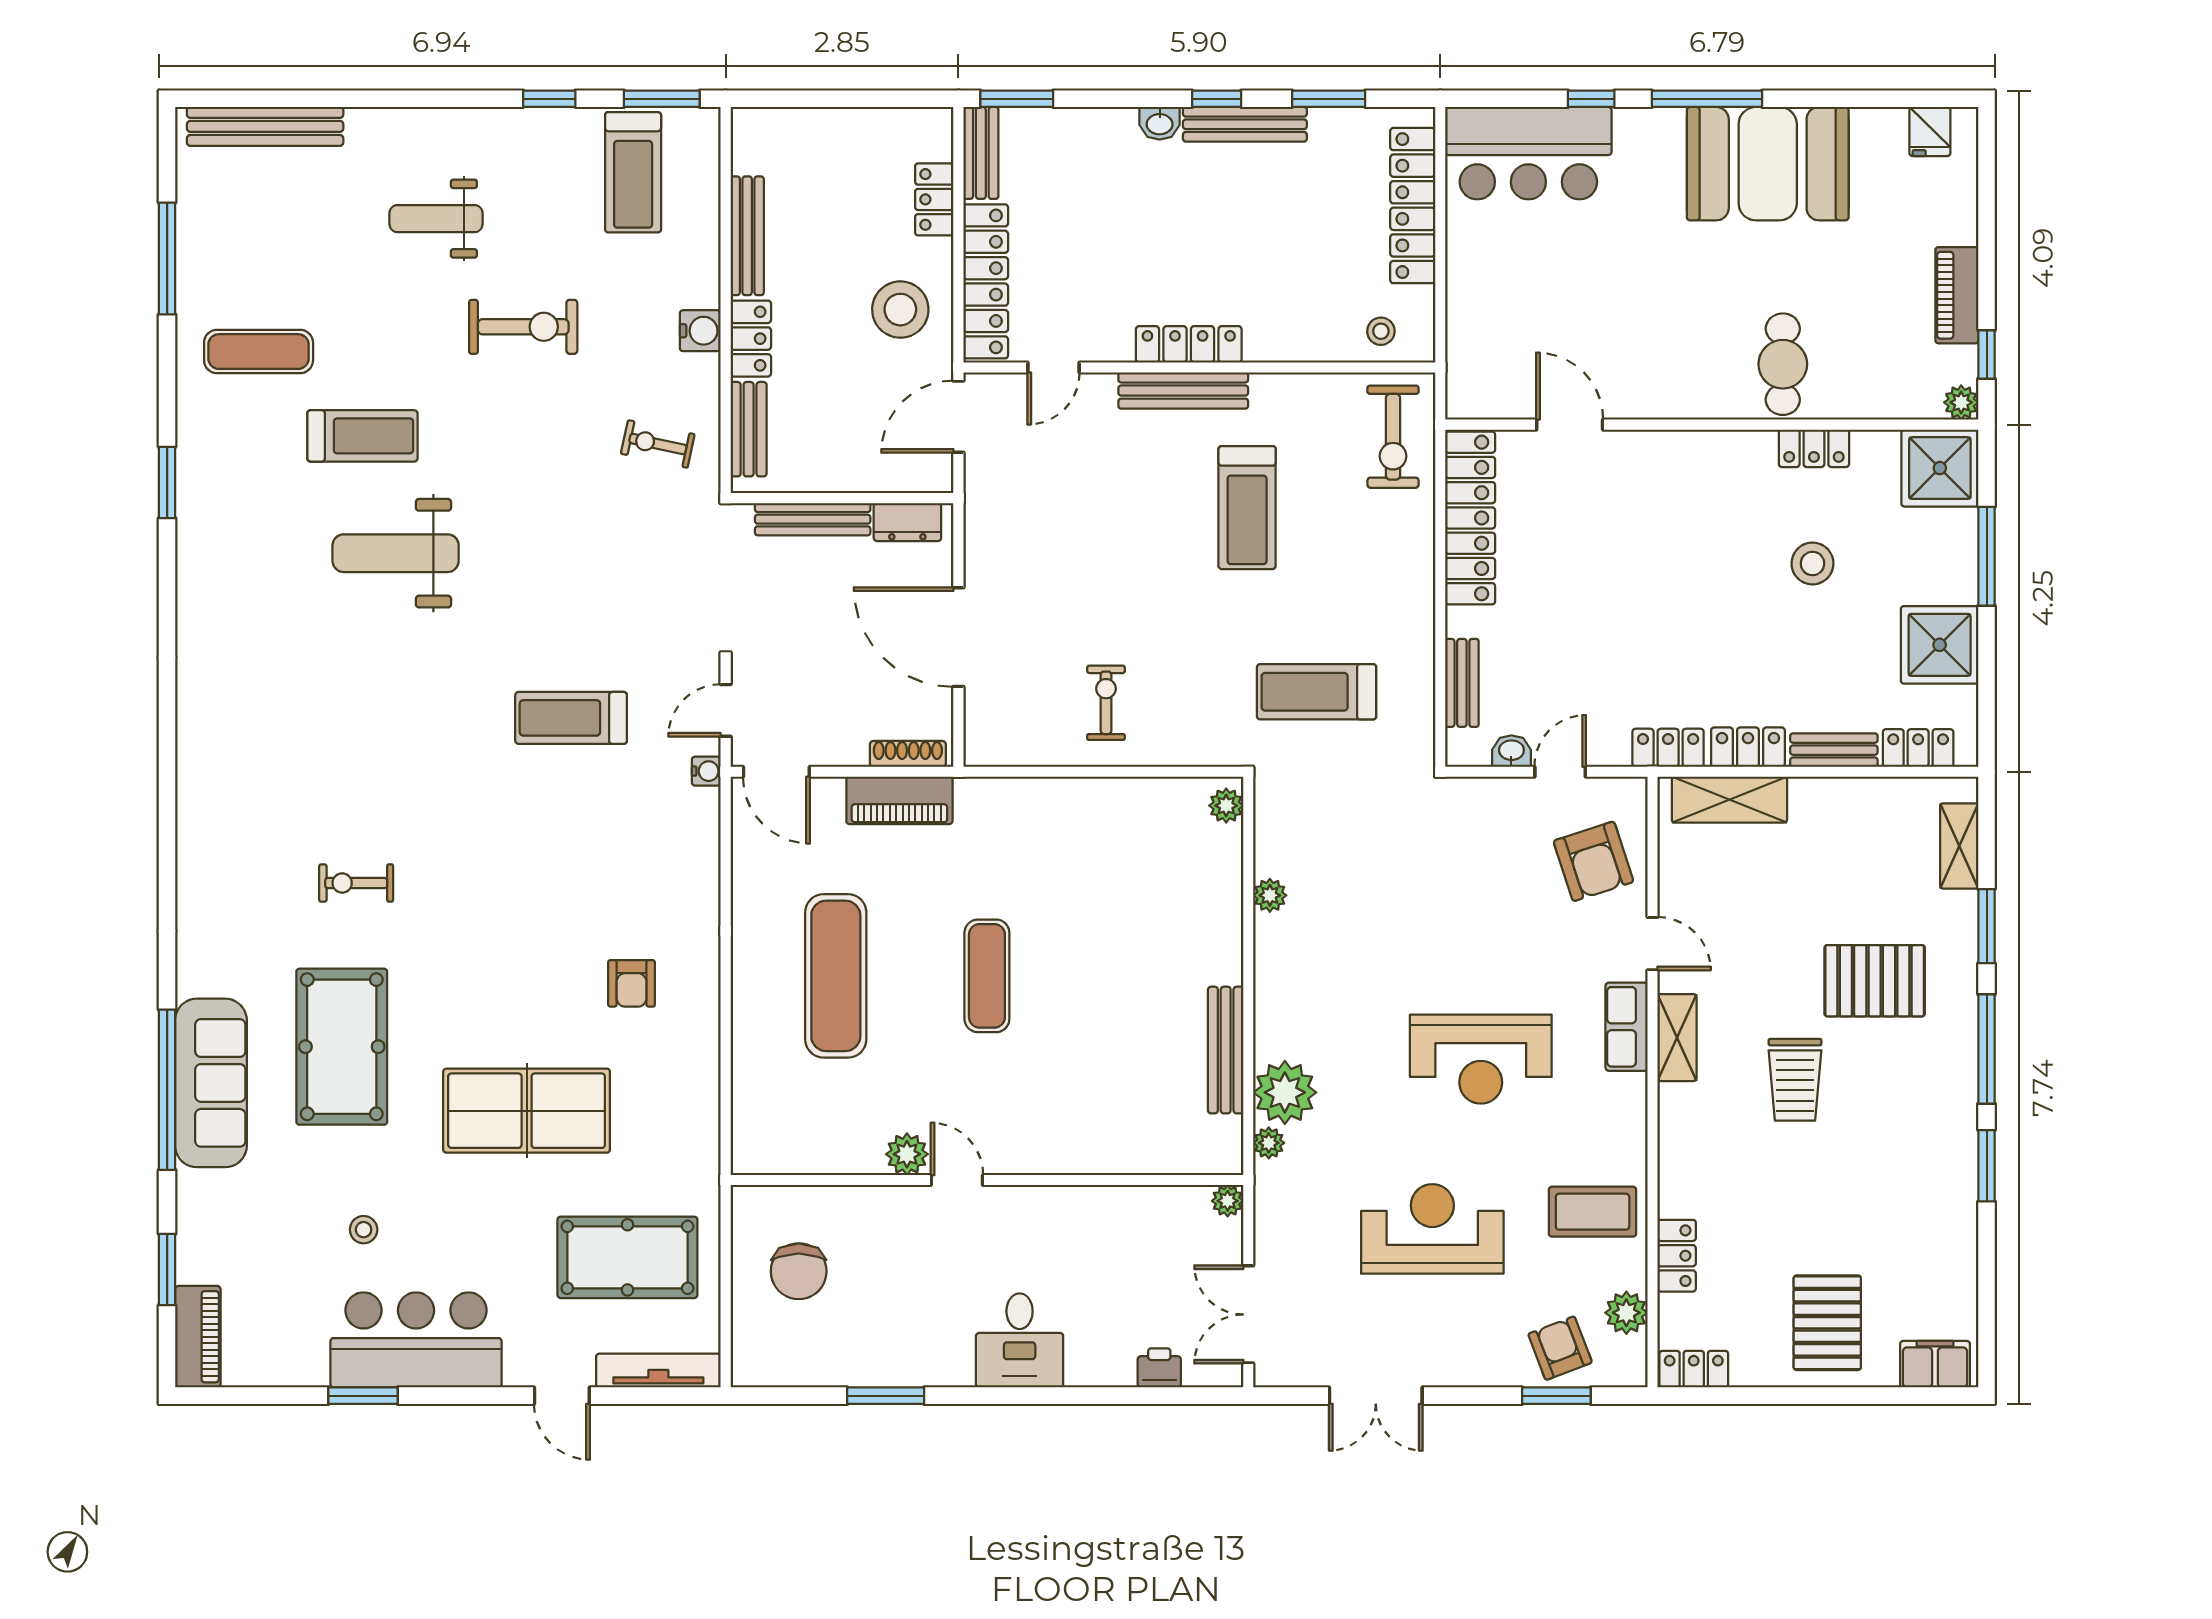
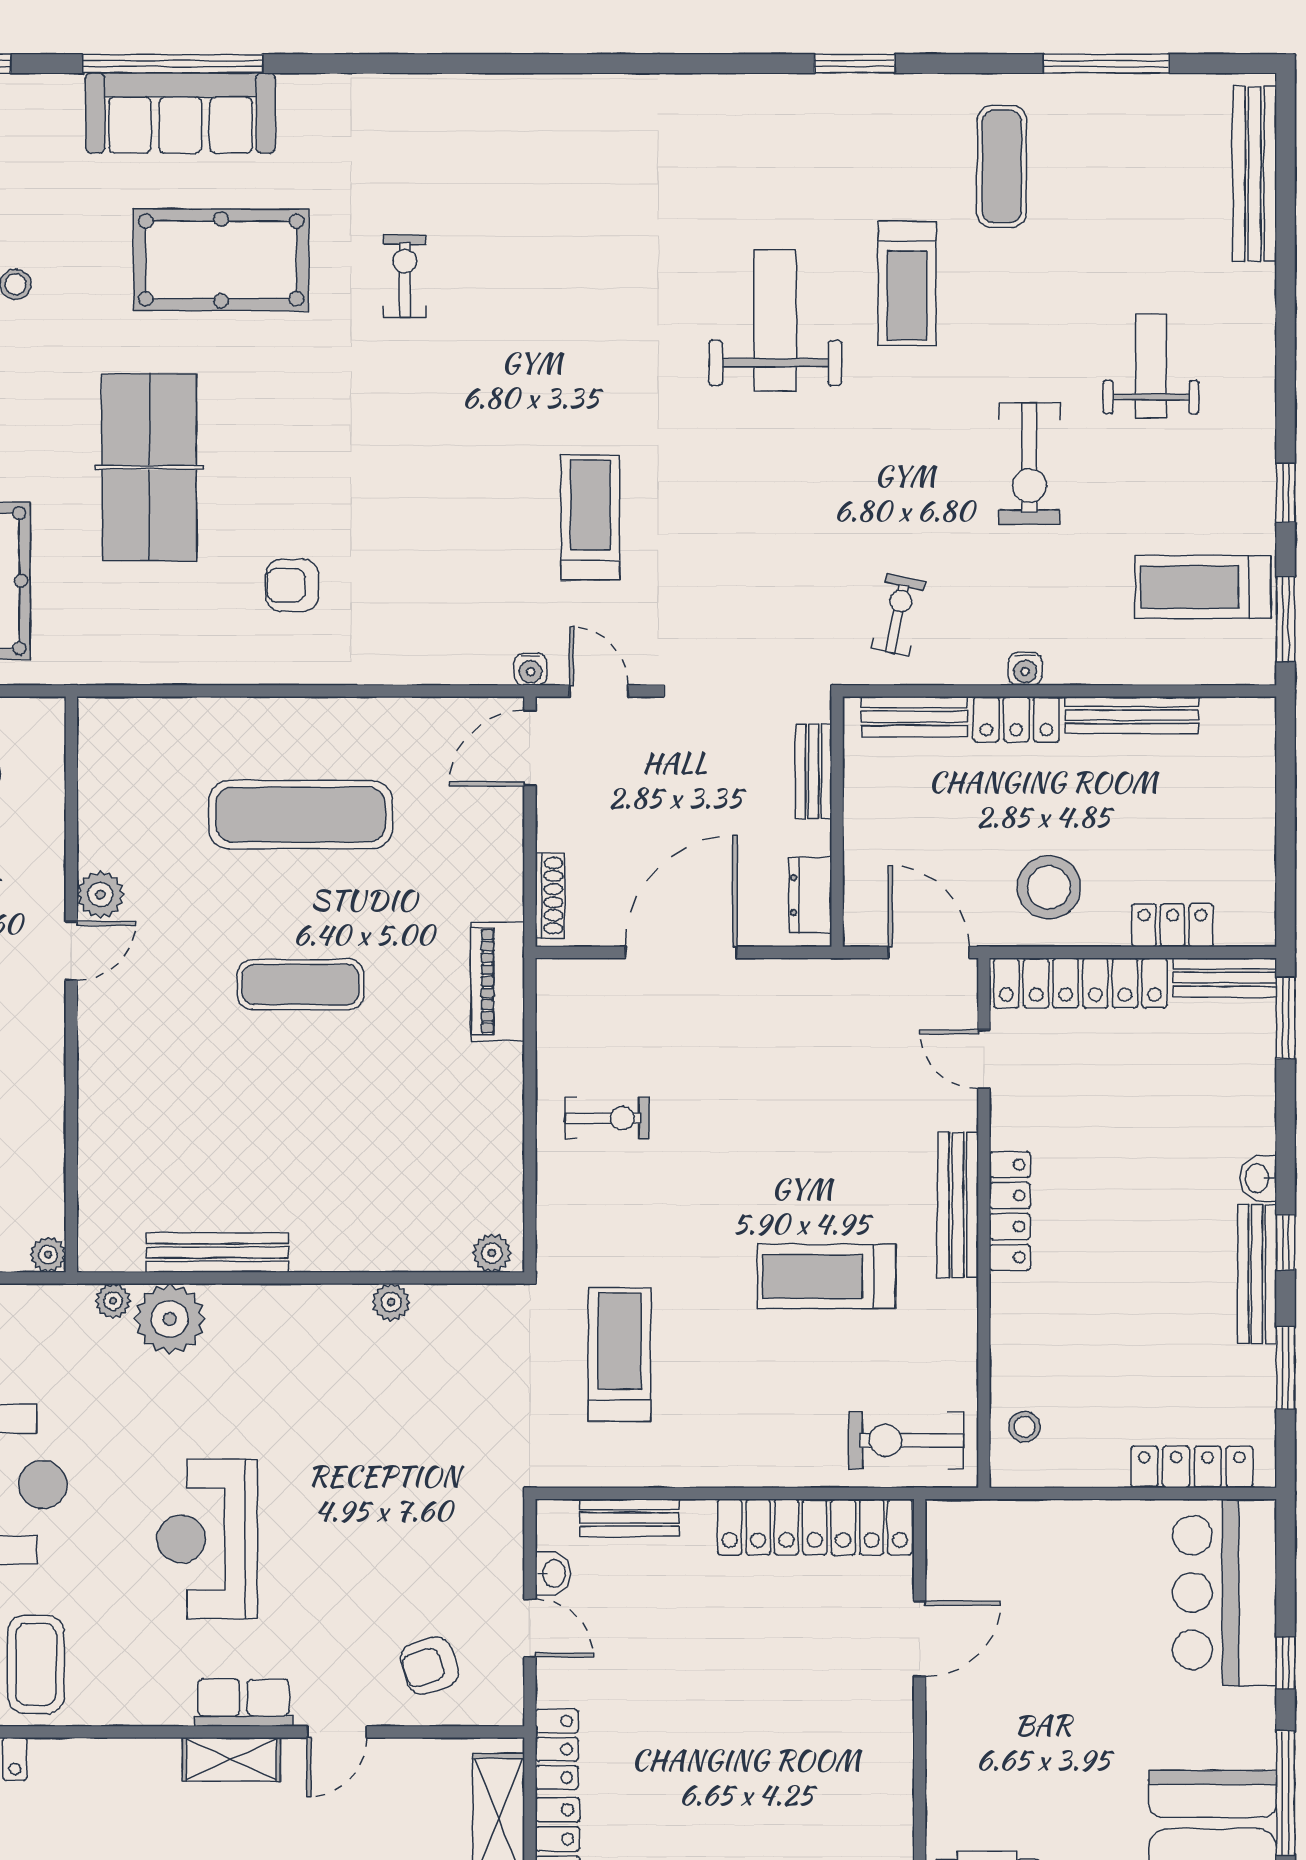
locker: (1413, 206) -> (1192, 1467), width x0.71, depth x0.83
water cooler: (700, 331) -> (1025, 669), width x0.72, depth x0.72
bench: (813, 519) -> (813, 771), width x0.73
piano: (899, 800) -> (498, 981), moved
armchair: (1594, 861) -> (429, 1666), width x0.72, depth x0.72

